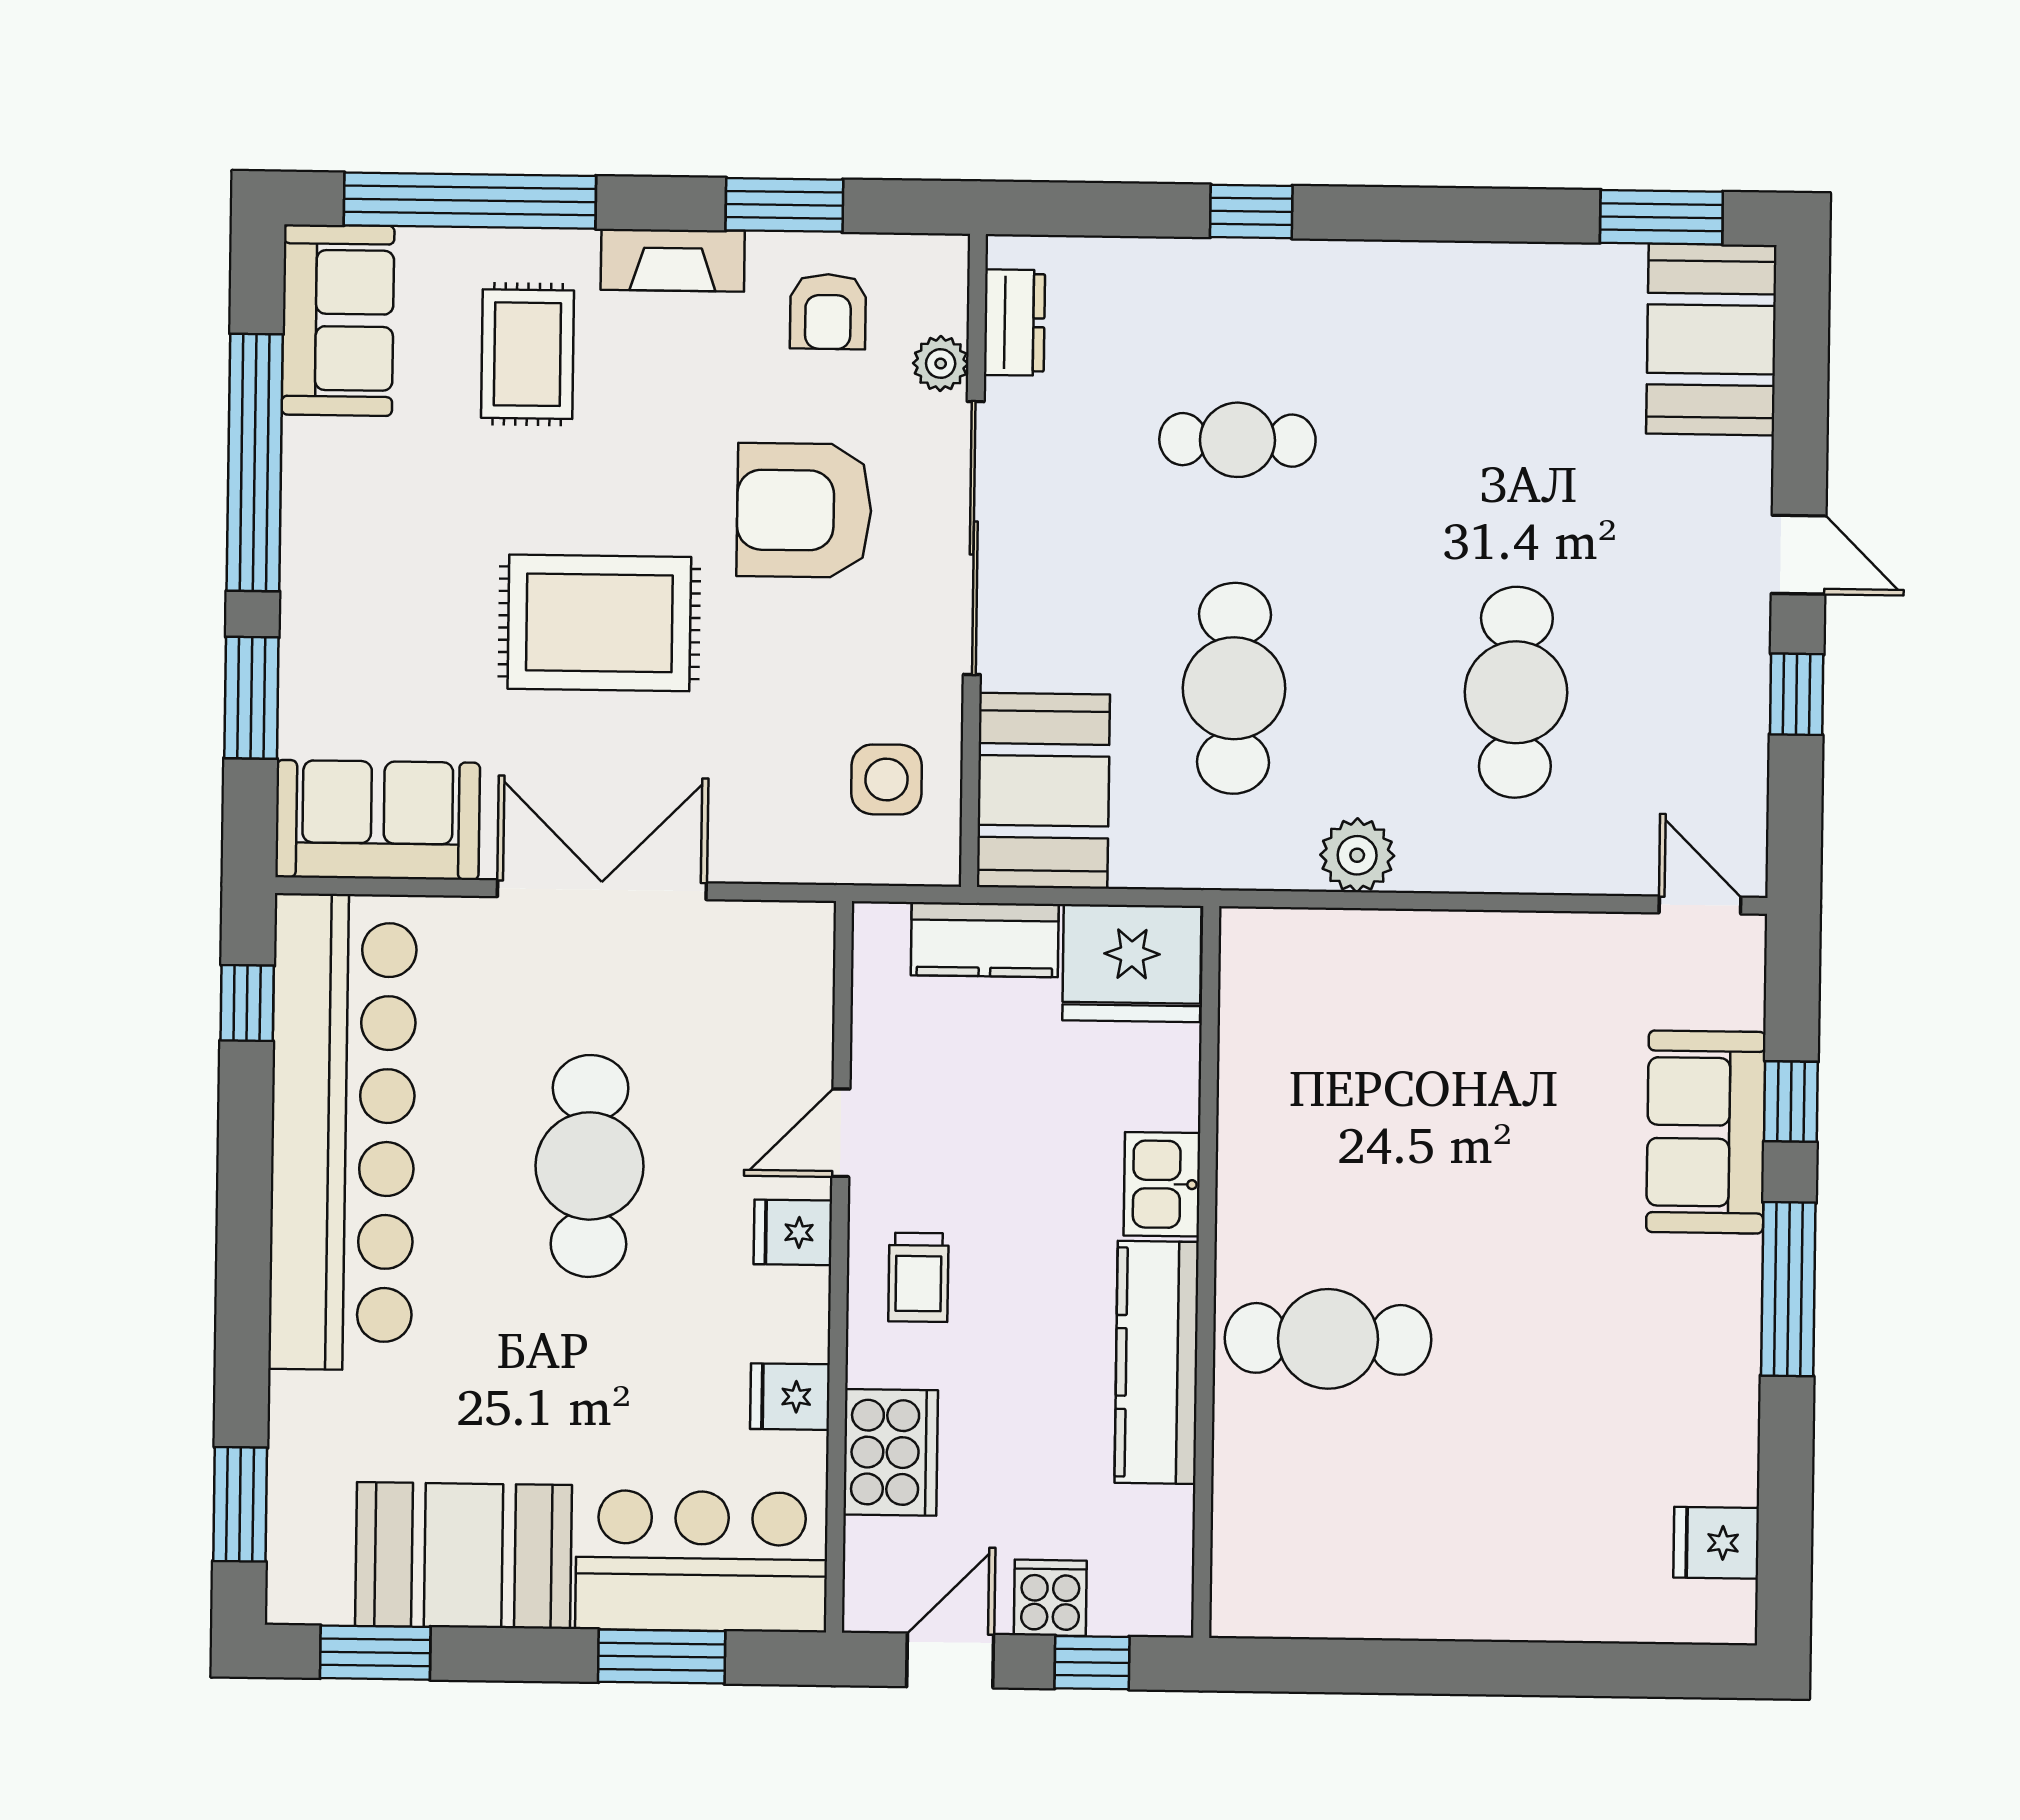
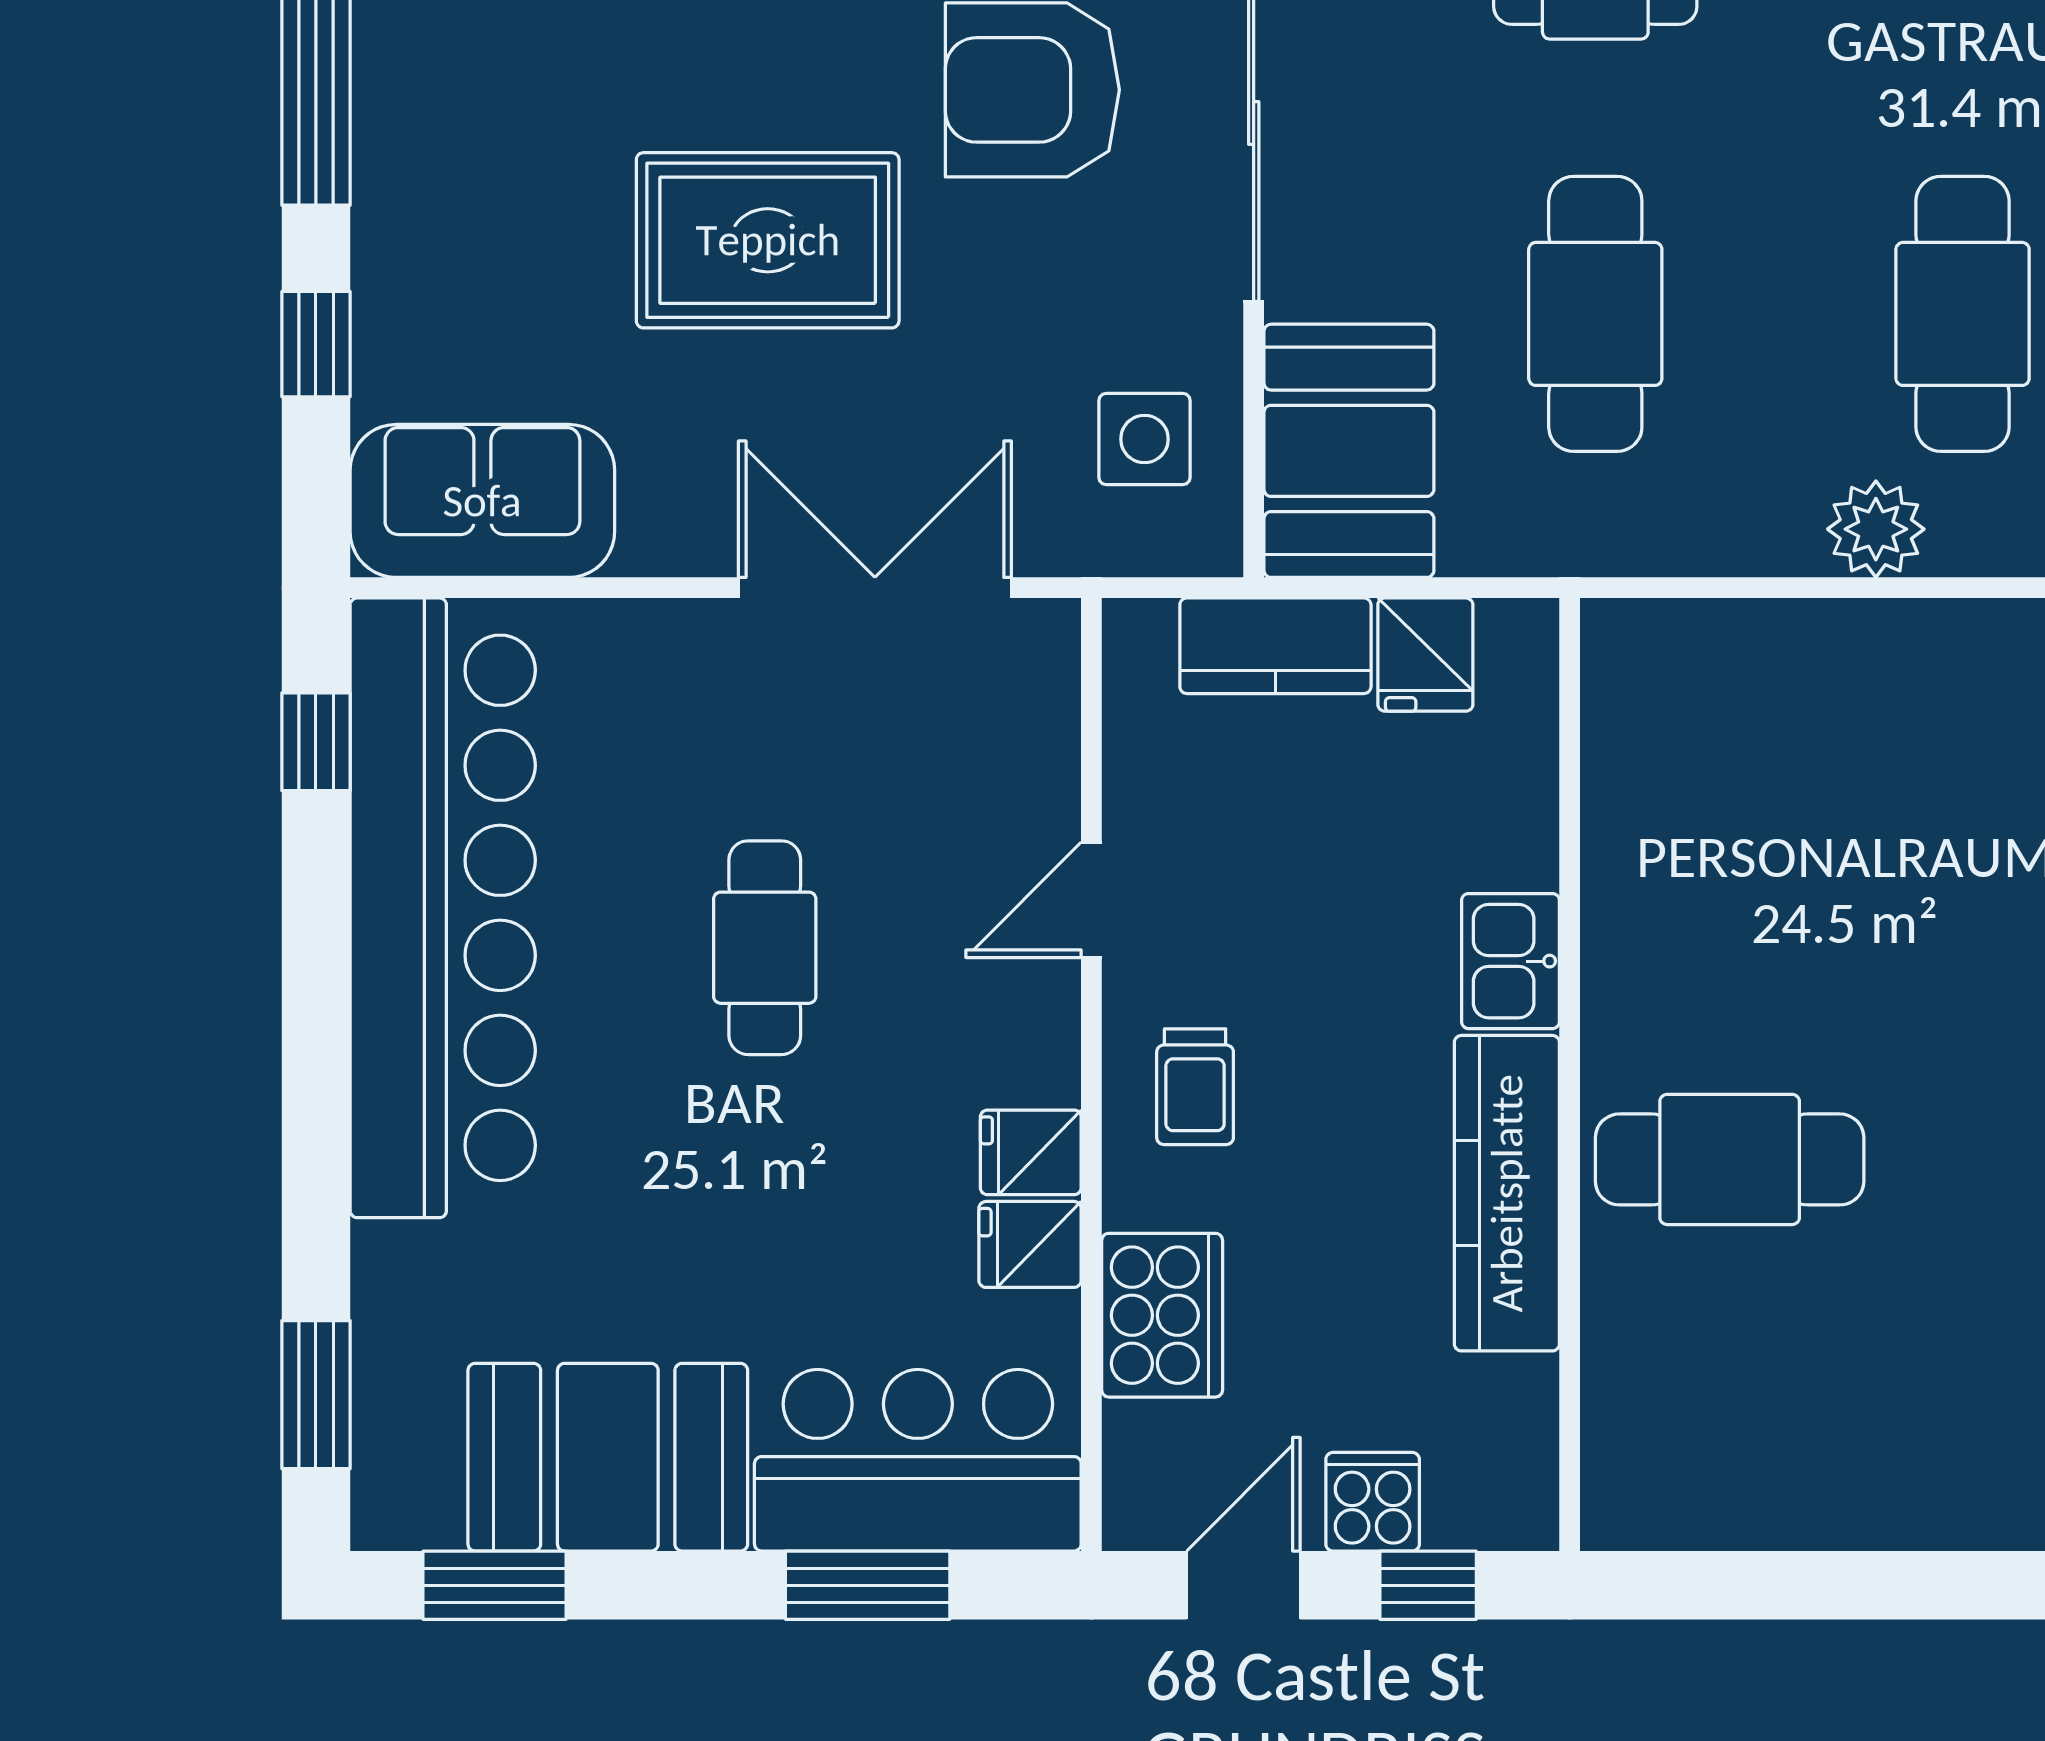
window: (251, 698) -> (316, 344), width x0.67
plant: (1357, 855) -> (1876, 529), moved
double door: (602, 890) -> (875, 588), moved
fridge: (1132, 963) -> (1425, 655), width x0.53, depth x0.75
cafe table: (589, 1166) -> (765, 948), width x0.73, depth x0.74
fridge: (793, 1232) -> (1031, 1152), moved

